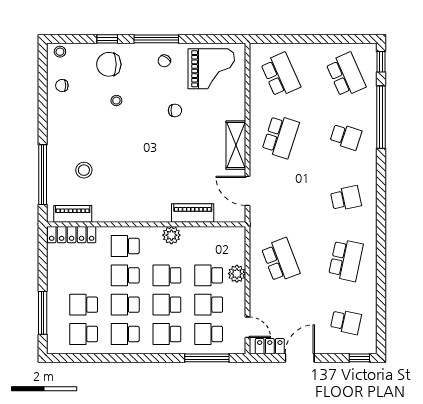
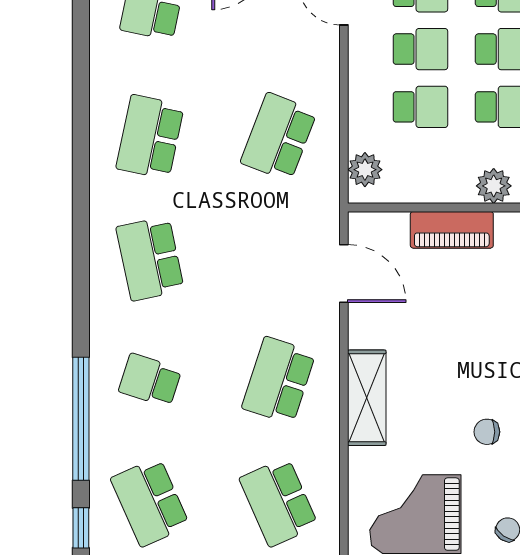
shelving: (236, 145) -> (367, 398), moved
school desk: (346, 198) -> (150, 259), width x1.85
school desk: (281, 260) -> (279, 137), turned 42
plant: (237, 274) -> (365, 170), moved

